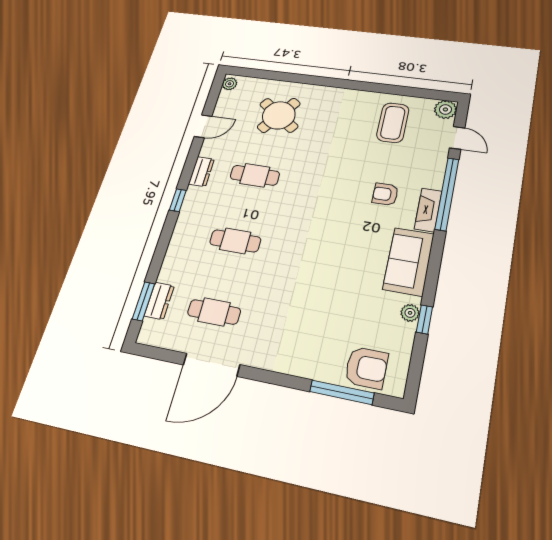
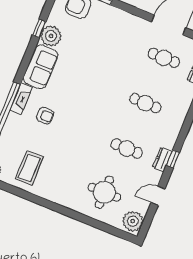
plant: (230, 84) -> (133, 221), width x1.88, depth x1.88
round table: (279, 115) -> (104, 192), turned -36
window: (178, 200) -> (173, 159), moved
plant: (410, 313) -> (51, 36), width x1.88, depth x1.88

